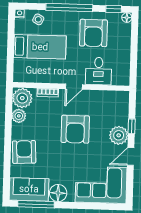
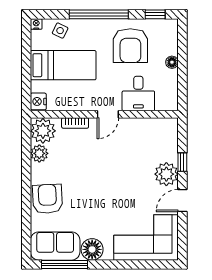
floor lamp: (127, 18) -> (172, 62), moved
nightstand: (19, 75) -> (38, 101), added
armchair: (75, 129) -> (111, 168), removed

